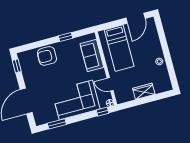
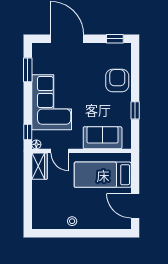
door: (110, 84) -> (60, 151), swing flipped
wardrobe: (144, 91) -> (39, 166), moved

